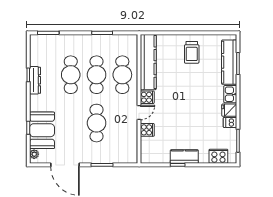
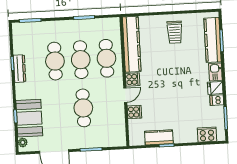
kitchen counter: (184, 157) -> (159, 137), moved

